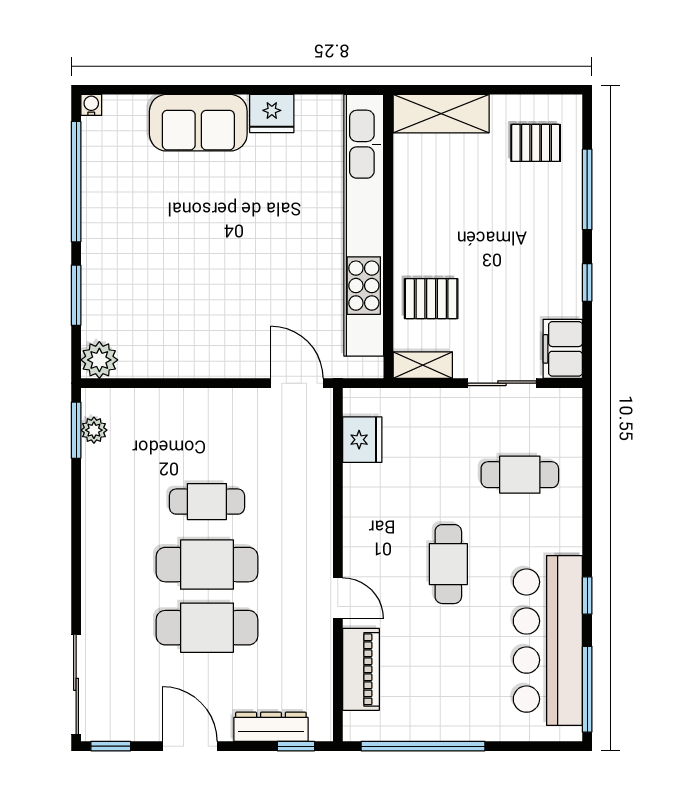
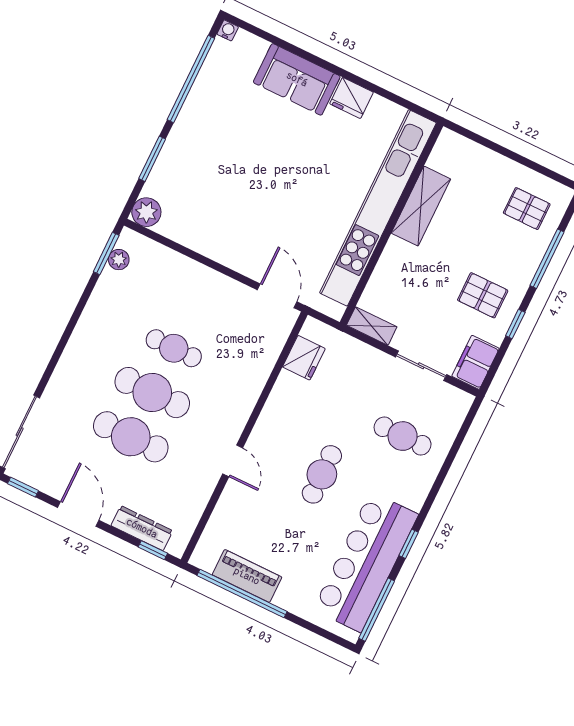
shelving: (441, 114) -> (421, 206), moved, turned 90
pallet: (431, 299) -> (483, 295), moved
piano: (361, 669) -> (247, 576), moved, turned -90

